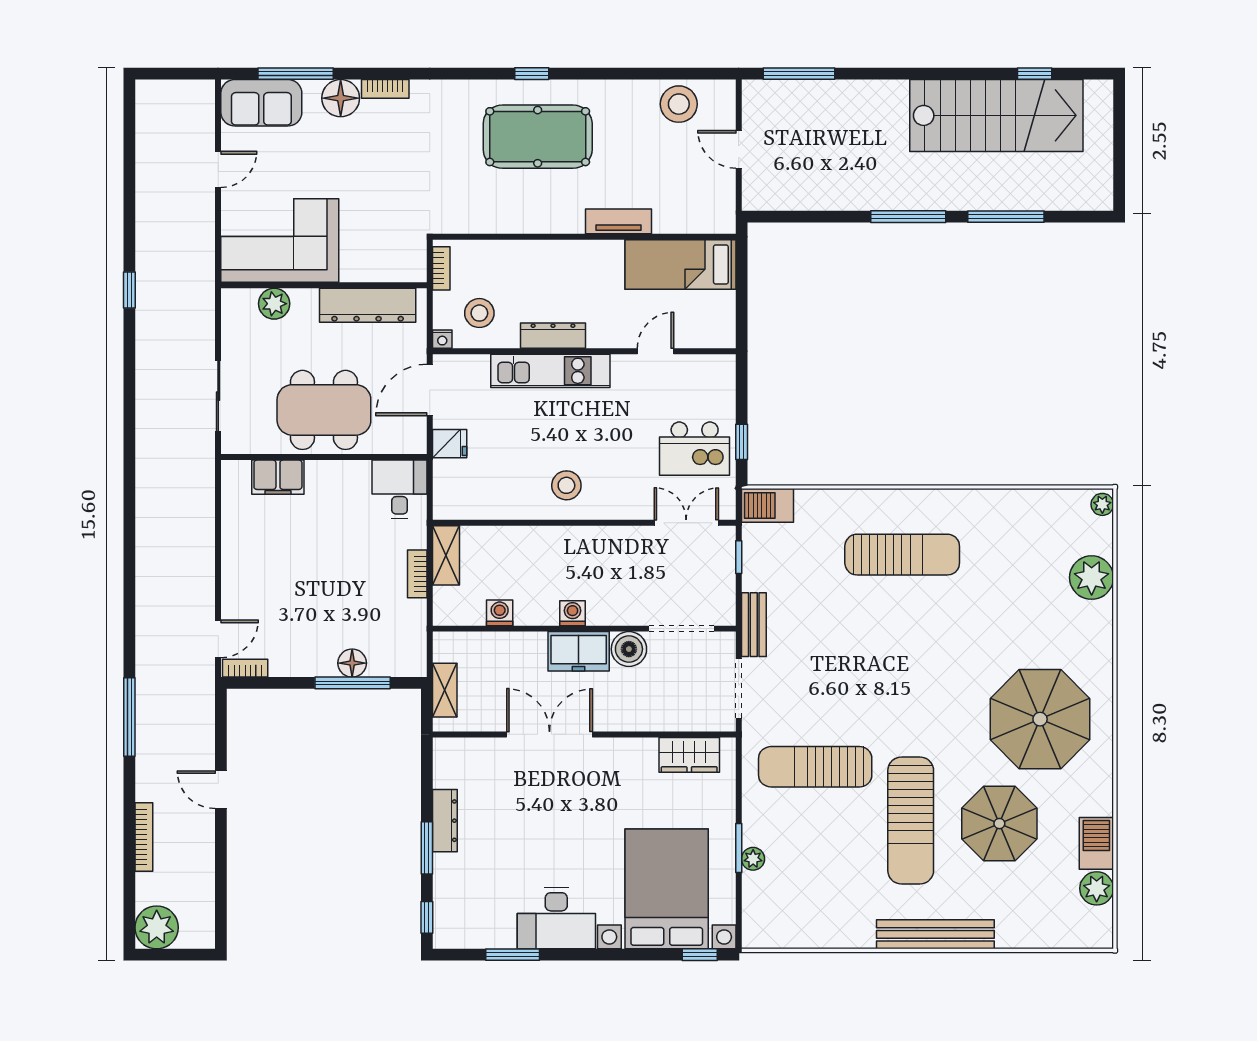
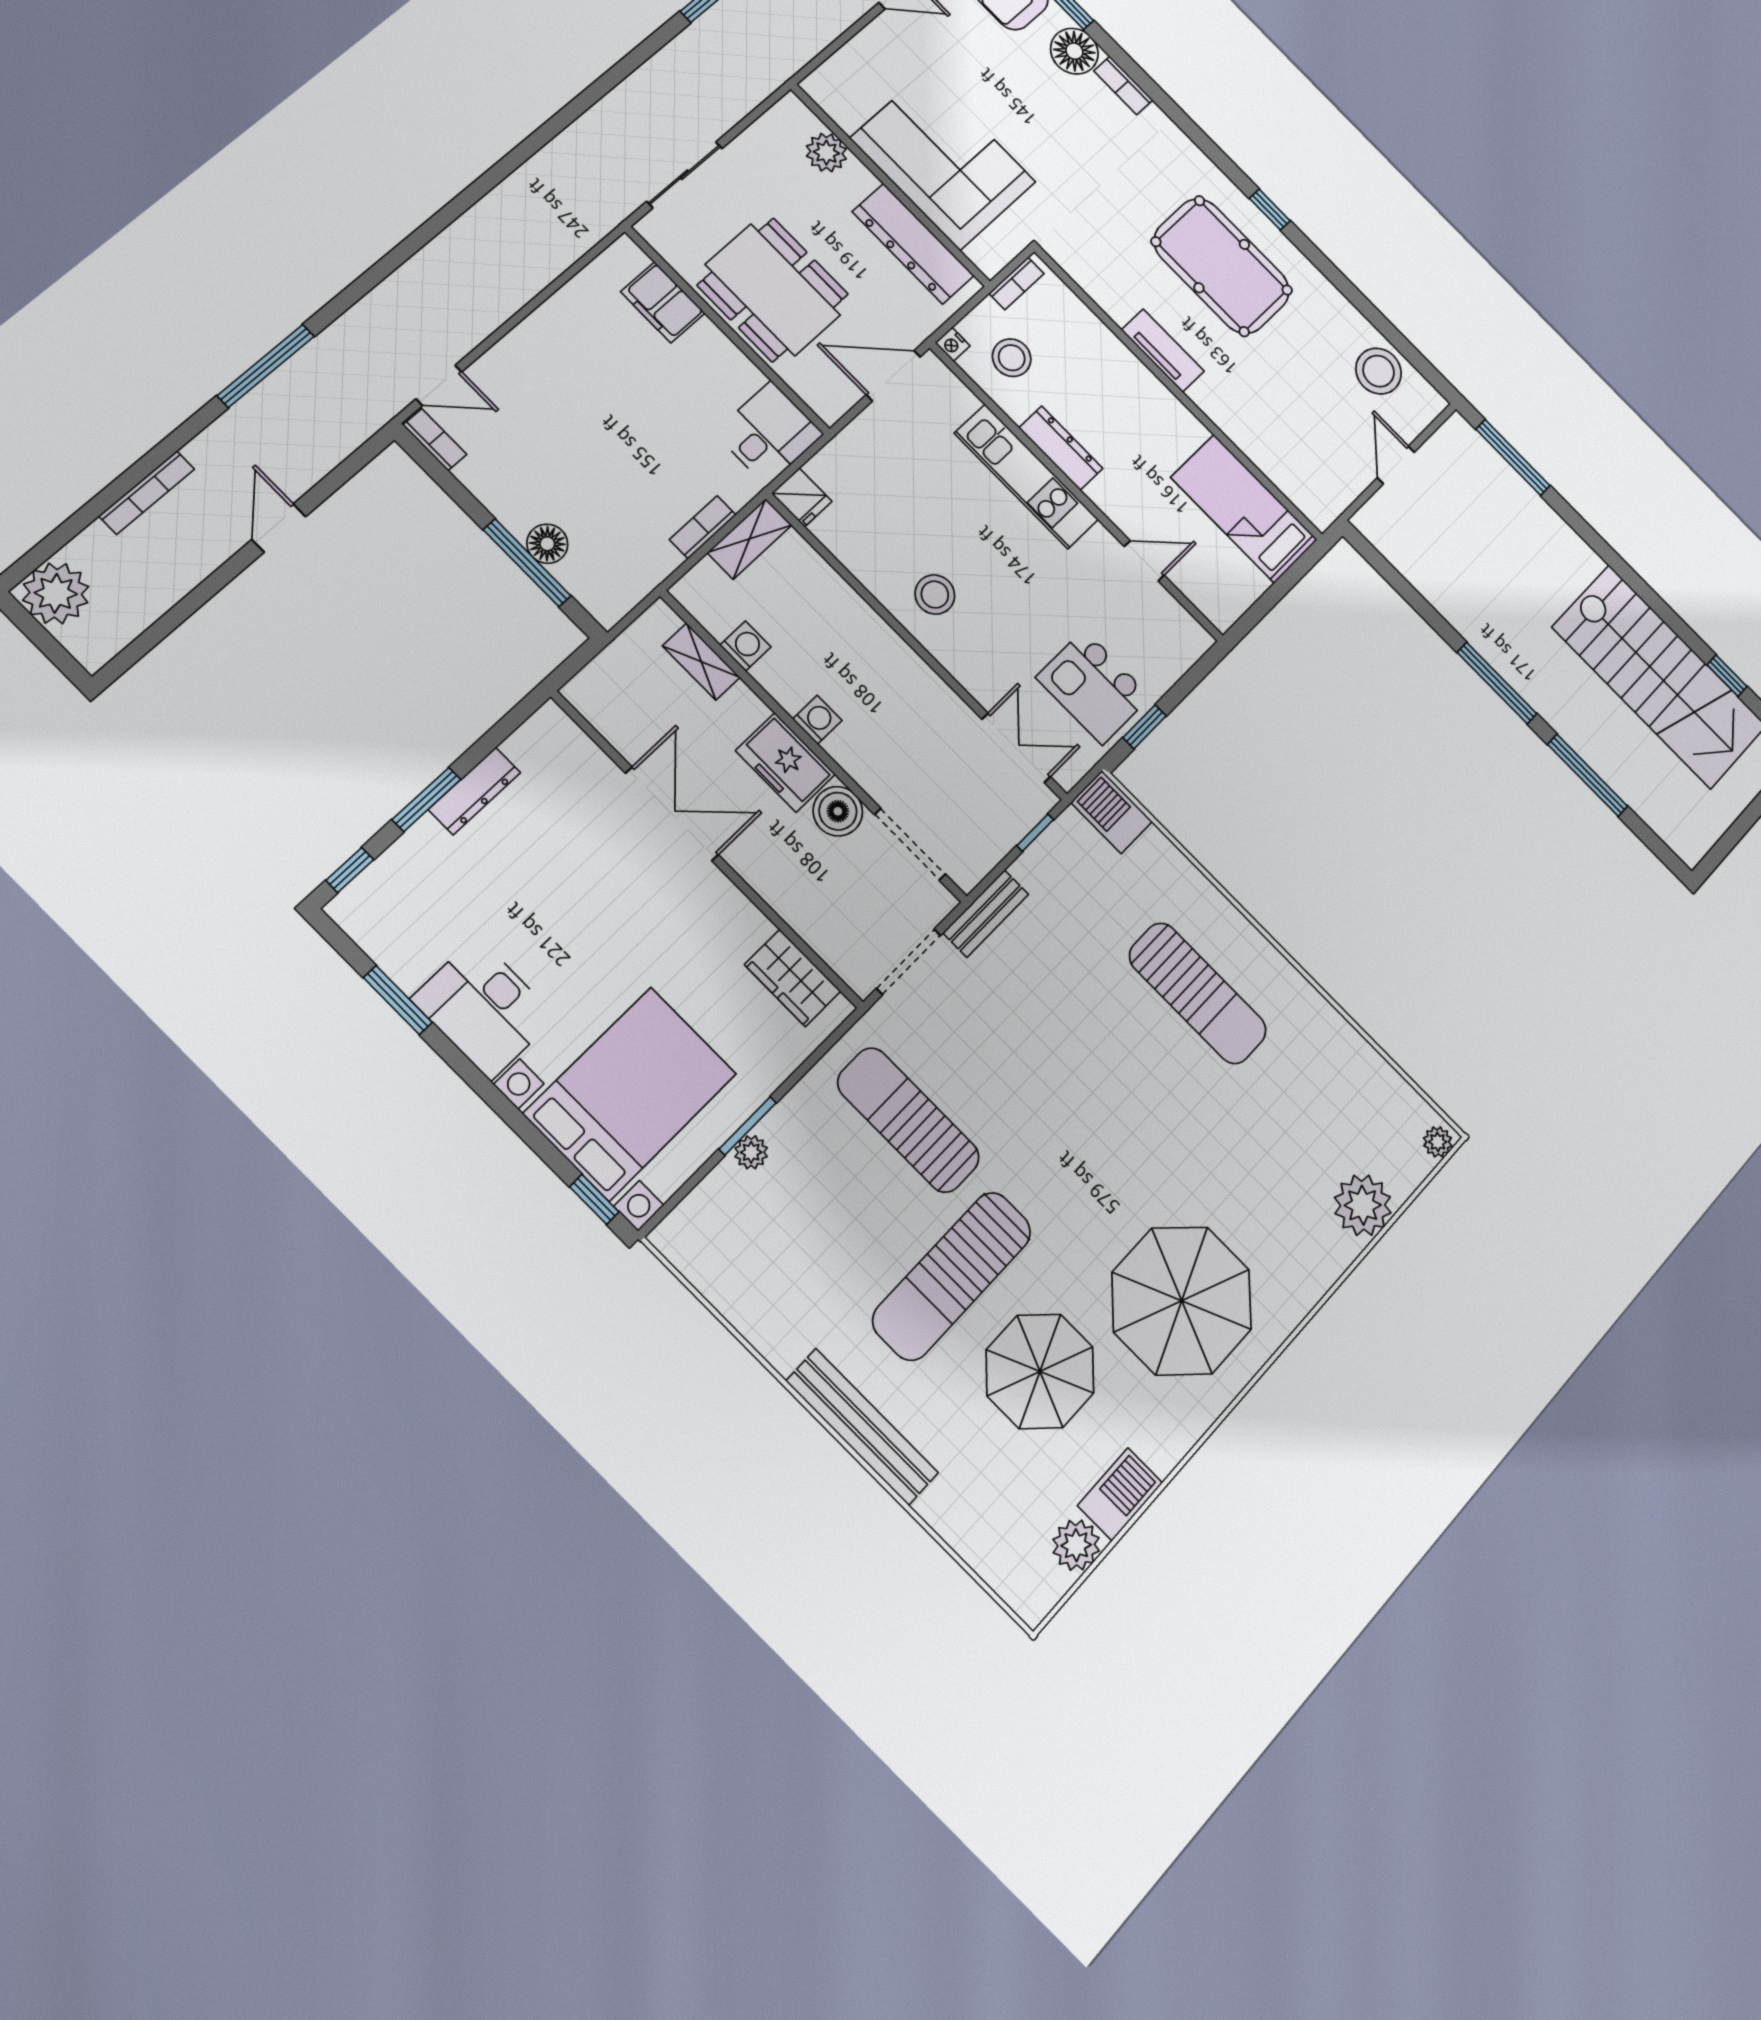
tv unit: (619, 221) -> (1163, 351), moved
corner sofa: (280, 240) -> (943, 160), moved
fridge: (450, 444) -> (802, 497), moved
shelving: (445, 690) -> (701, 662), moved, turned 90

